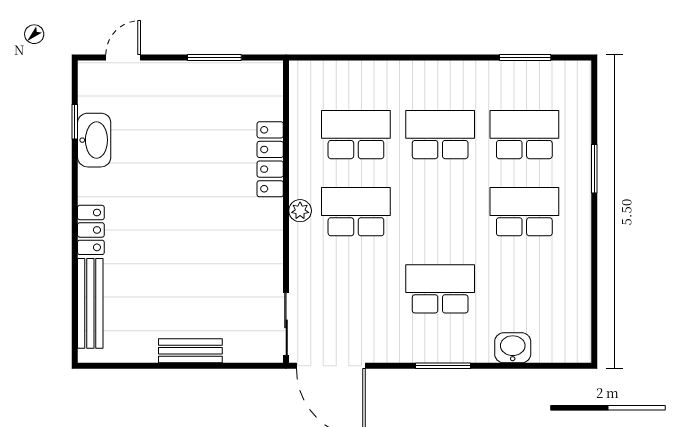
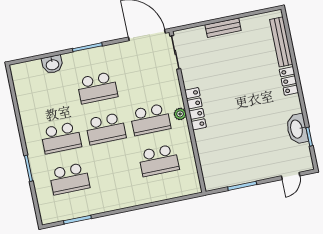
school desk: (440, 135) -> (106, 129), moved
locker: (270, 159) -> (196, 109), moved

